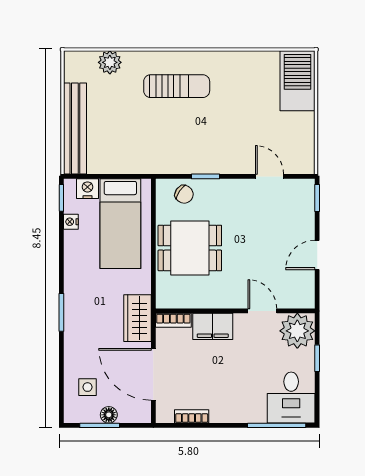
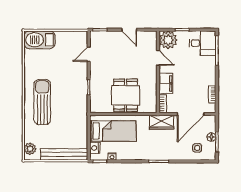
plant: (110, 62) -> (30, 149), moved
sun lounger: (177, 86) -> (42, 102), width x1.36, depth x1.34
chair: (184, 194) -> (98, 98), removed
door: (262, 311) -> (158, 58), swing flipped

